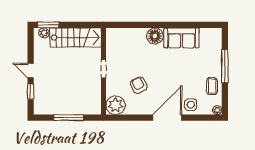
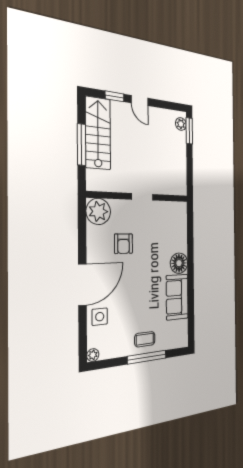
stairs: (76, 37) -> (98, 133), moved, turned 180
door: (31, 71) -> (140, 101), swing flipped
armchair: (139, 85) -> (123, 244), turned 116
coffee table: (212, 86) -> (145, 339), moved
door: (167, 118) -> (82, 285), hinge flipped

